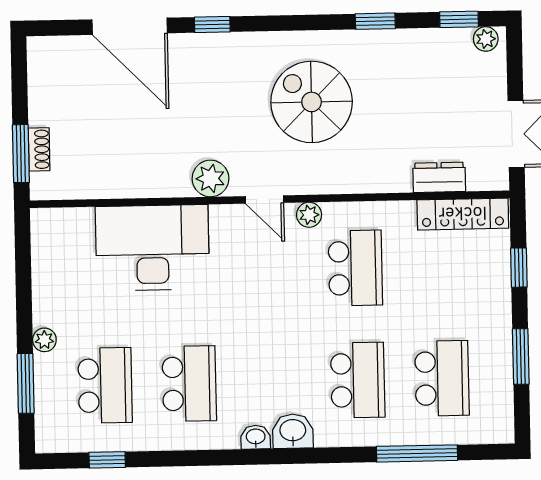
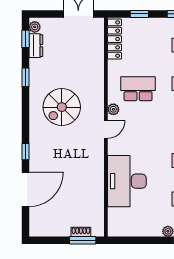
dresser: (439, 177) -> (36, 46), moved, turned 180
plant: (211, 178) -> (96, 154), removed

